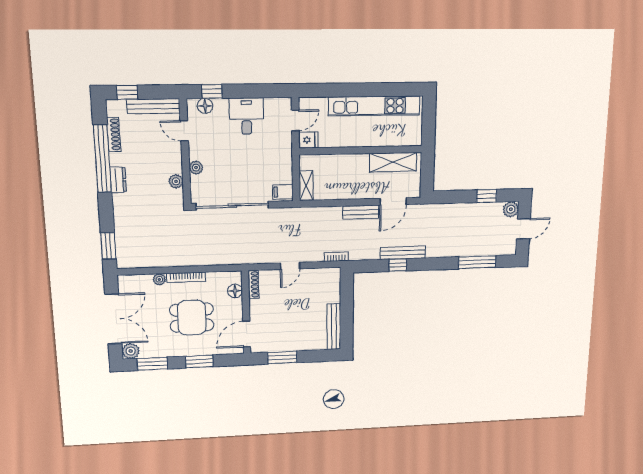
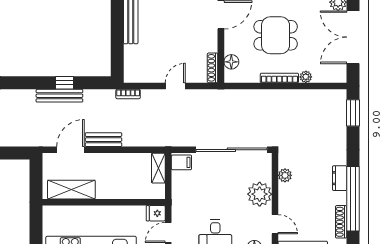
plant: (196, 168) -> (260, 194), width x1.88, depth x1.88

